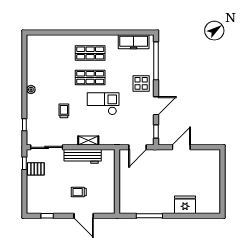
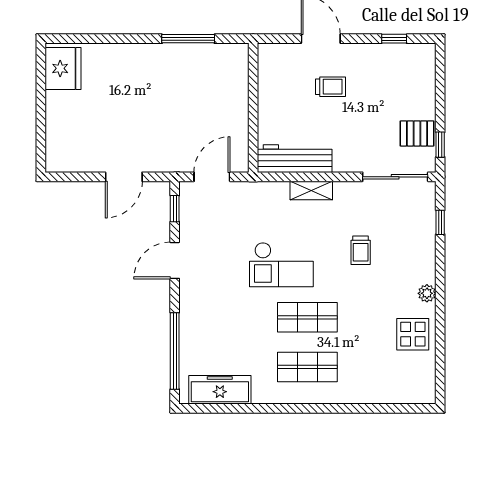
display table: (141, 83) -> (413, 334), moved
workbench: (83, 156) -> (295, 159), moved
fridge: (185, 205) -> (63, 68), moved, turned -90

